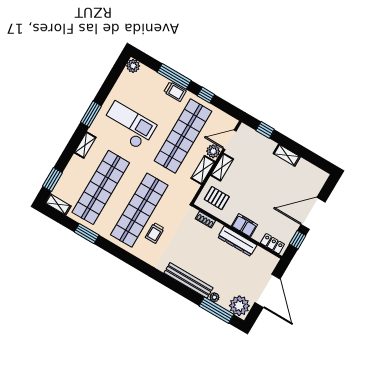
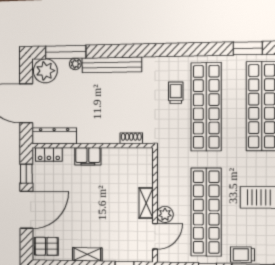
shelving: (203, 170) -> (164, 189), removed
pallet: (217, 198) -> (46, 246), moved
dresser: (237, 241) -> (54, 136), moved

